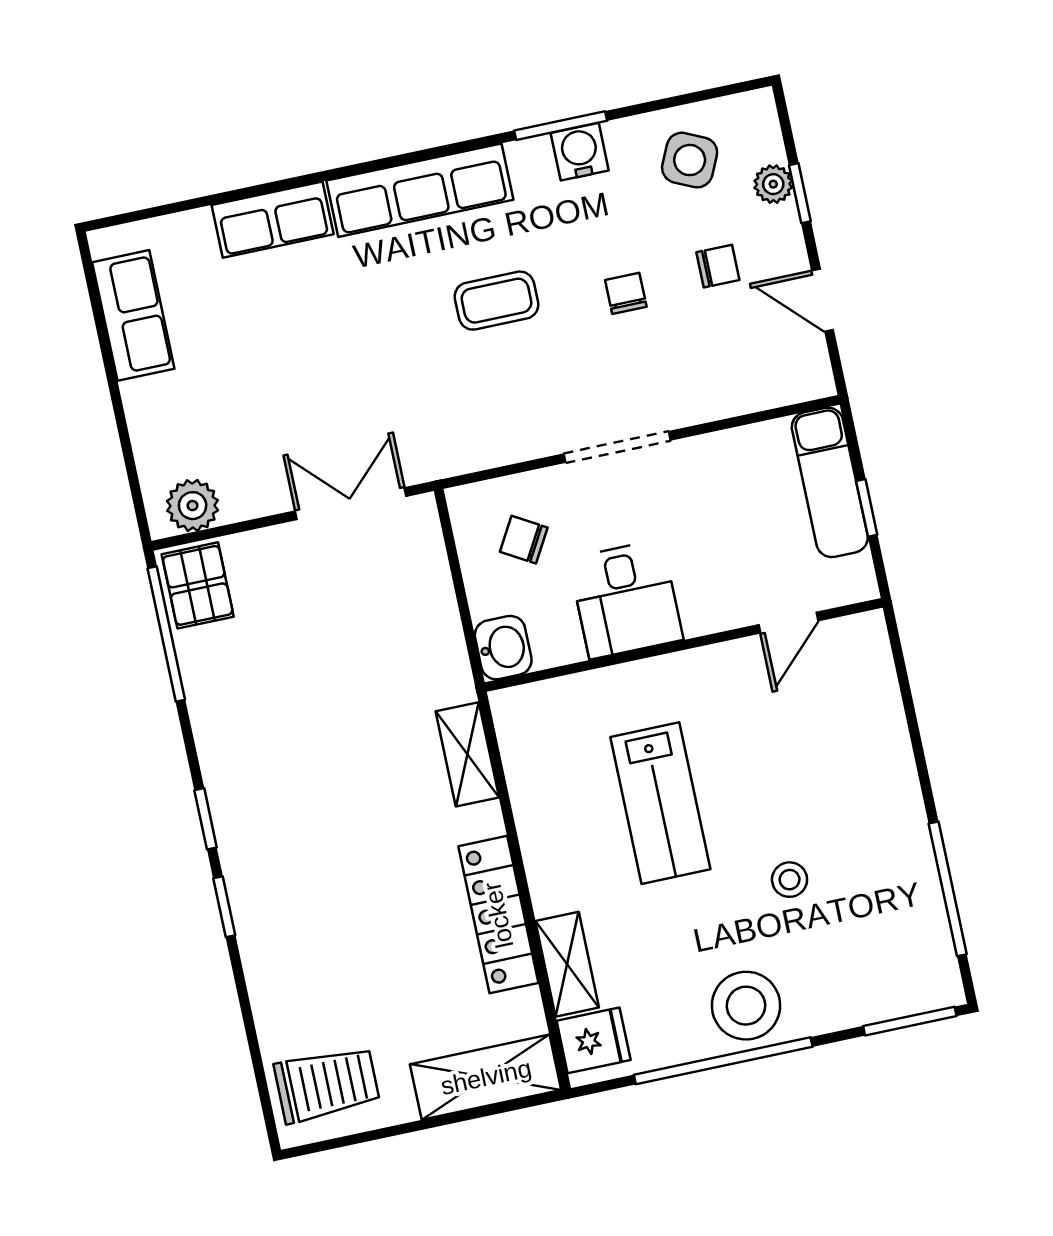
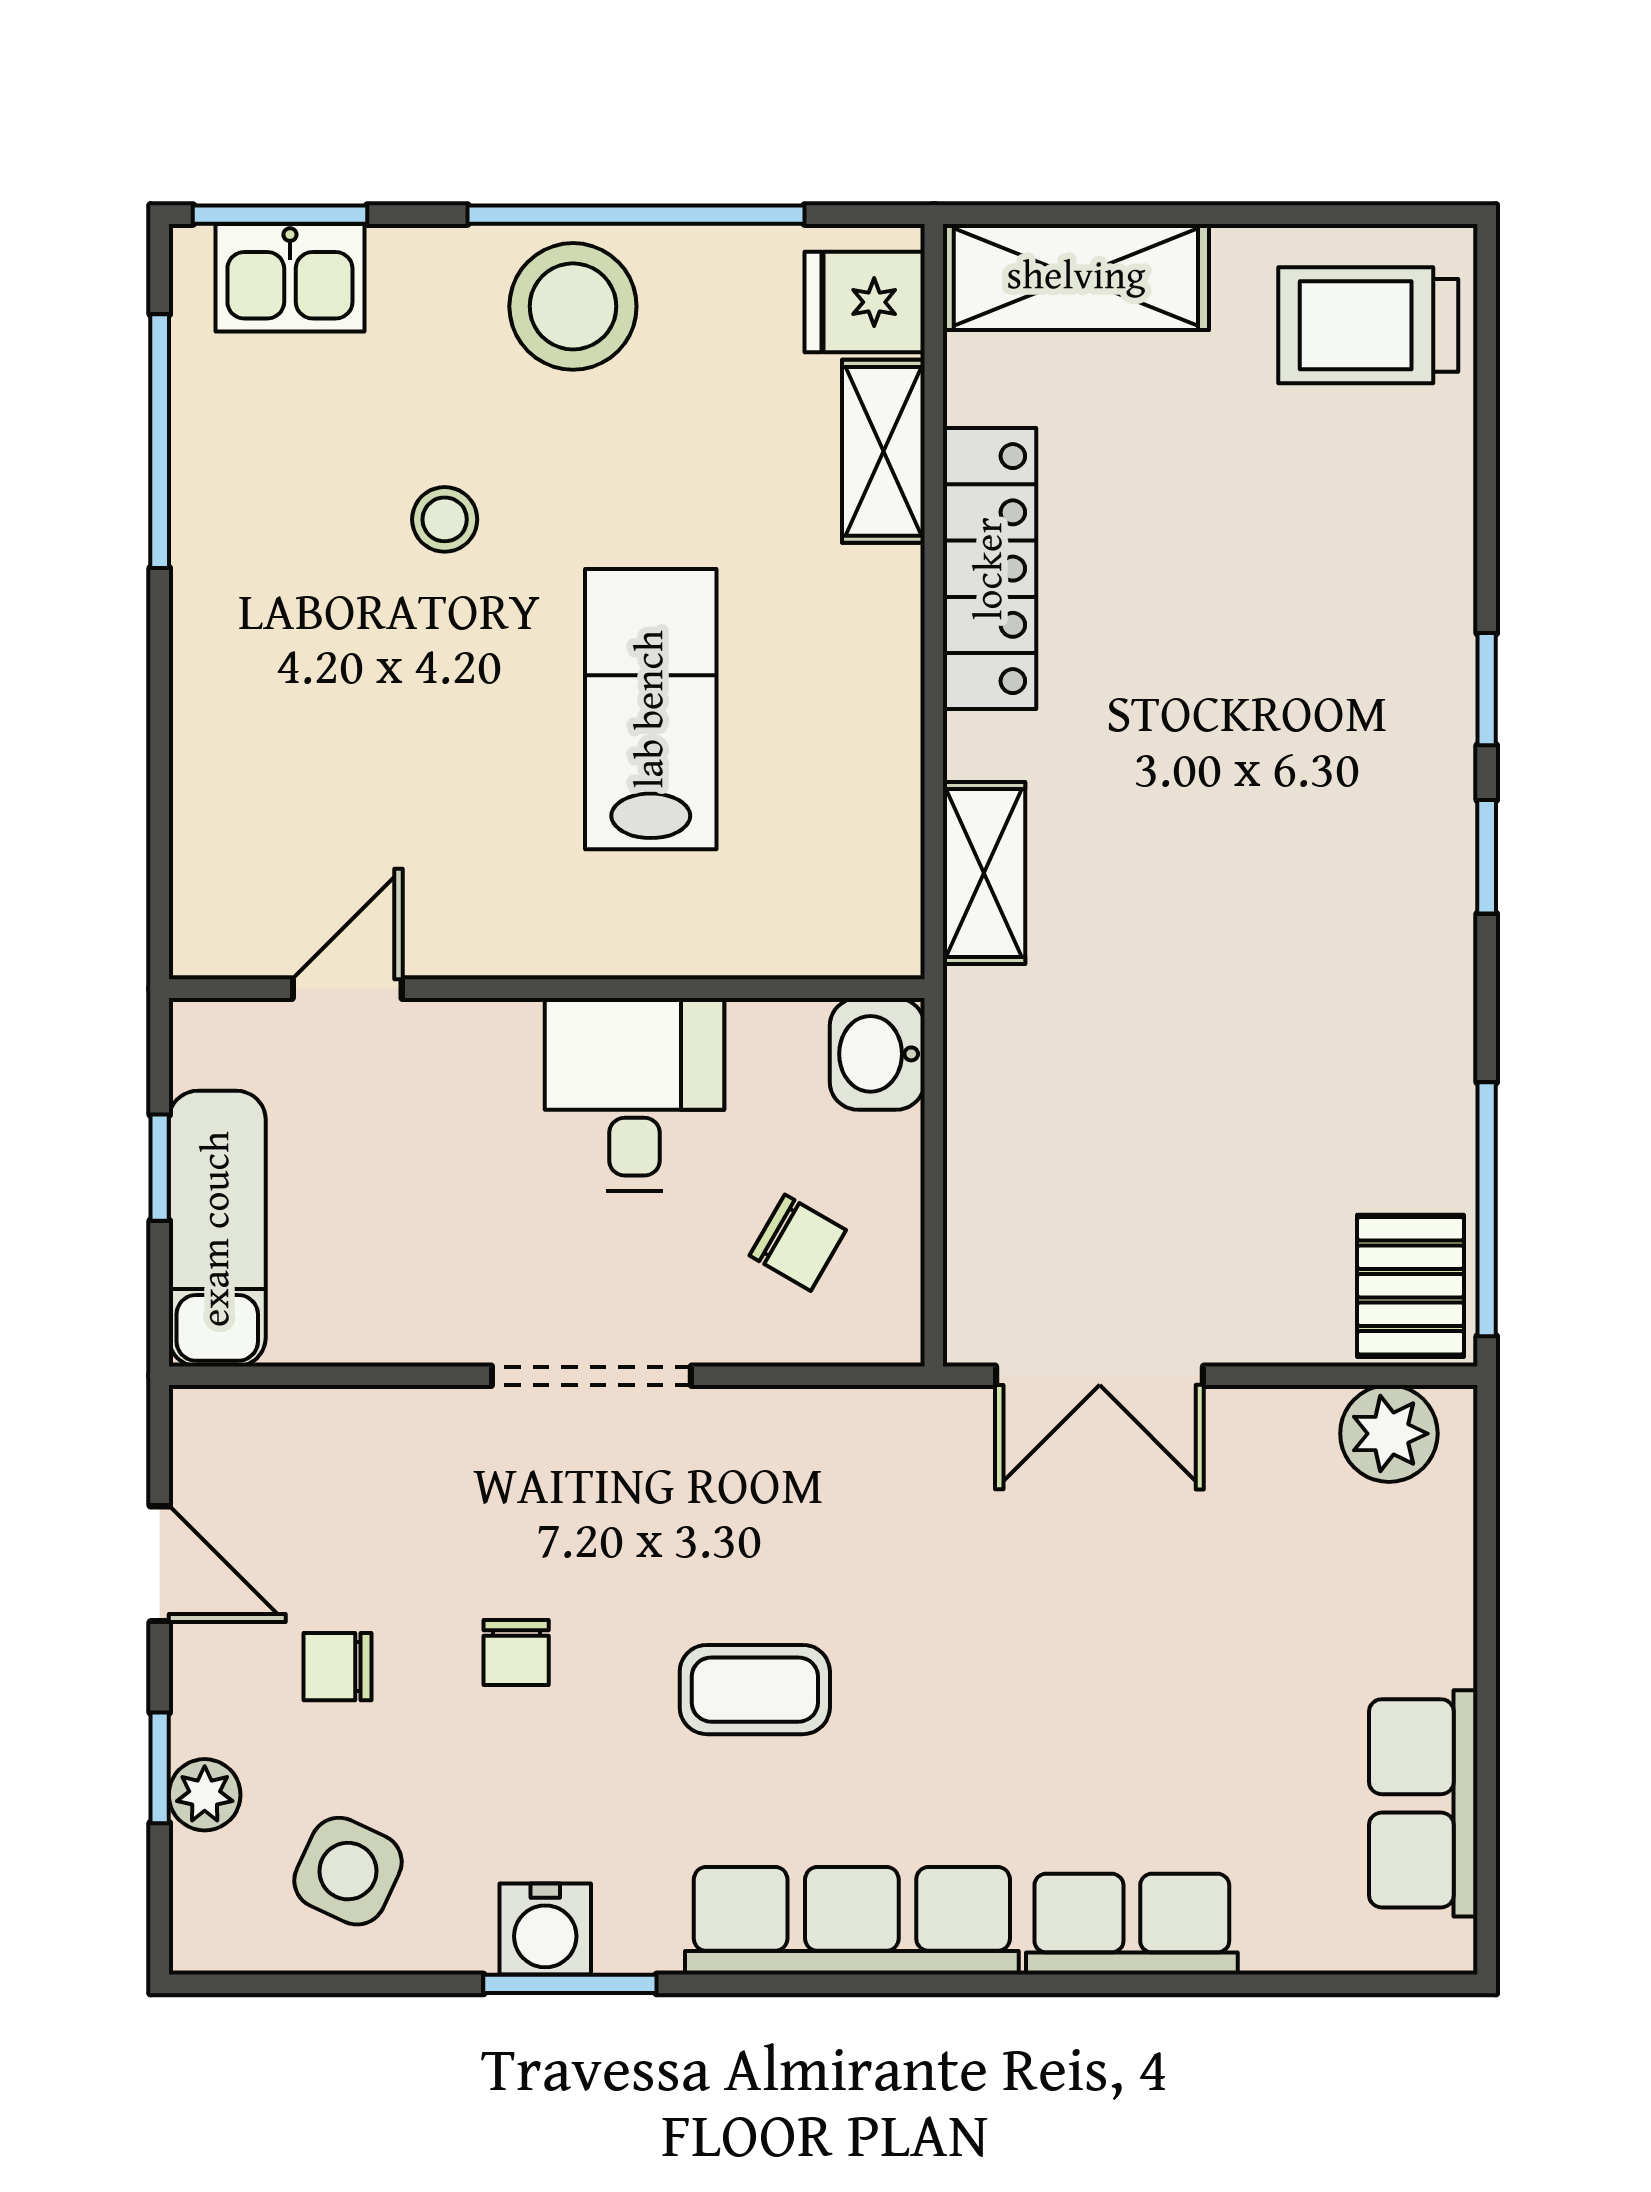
kitchen sink: (898, 989) -> (290, 278), added

